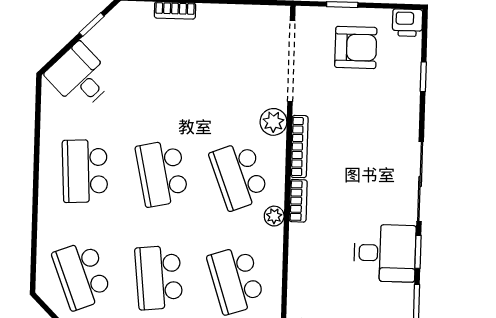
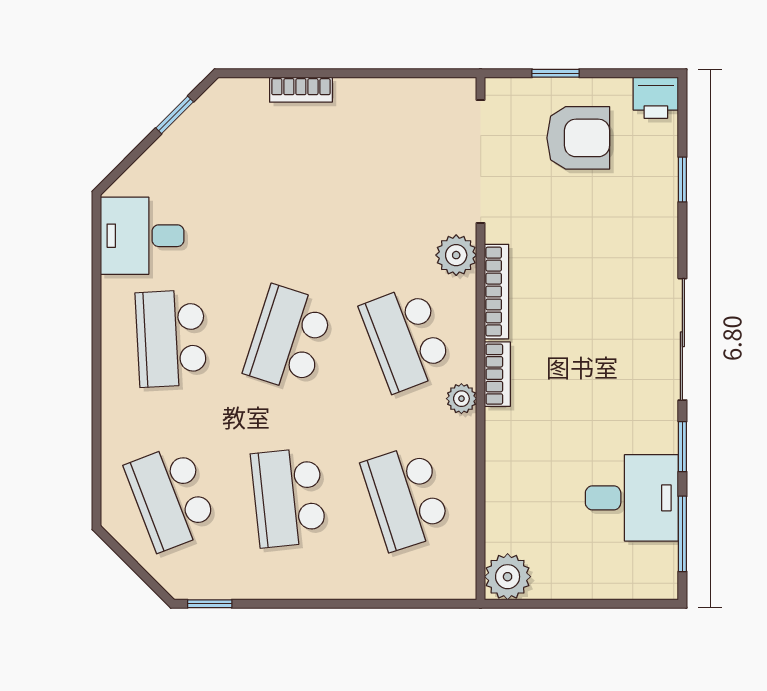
desk: (80, 77) -> (142, 236), moved, turned -45
school desk: (162, 173) -> (289, 338), turned 30
desk: (385, 253) -> (632, 498), moved

